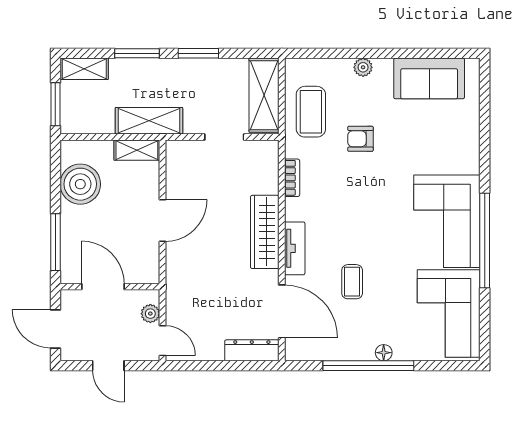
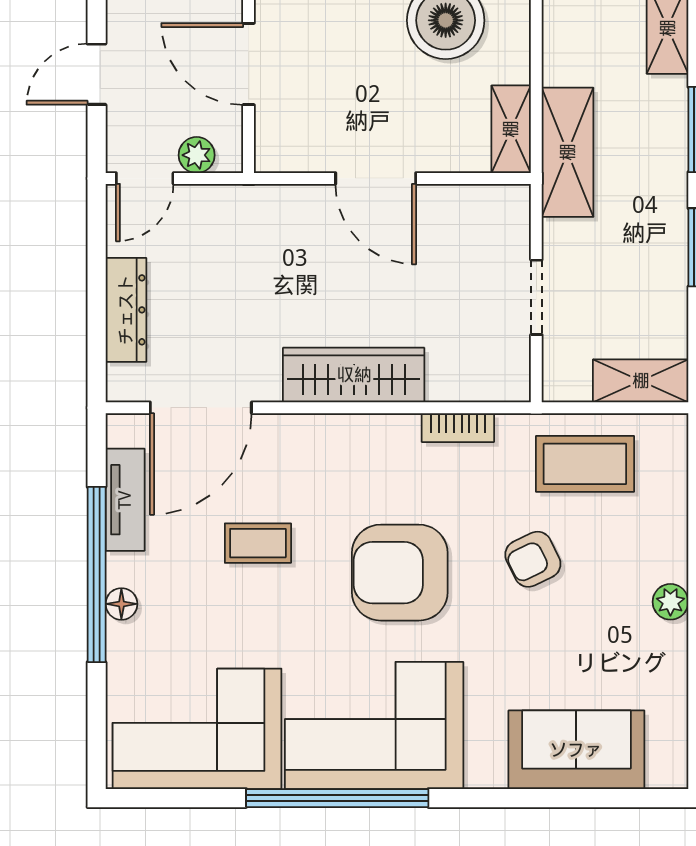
plant: (363, 67) -> (670, 602), moved
sofa: (429, 78) -> (576, 750), moved, turned 90
shelving: (264, 95) -> (641, 381), width x0.67, depth x0.75
armchair: (360, 139) -> (533, 559), turned -116
armchair: (367, 208) -> (400, 573), added
tv unit: (295, 248) -> (125, 500), moved, turned -90
door: (103, 287) -> (249, 64), swing flipped
dresser: (252, 350) -> (126, 310), moved

